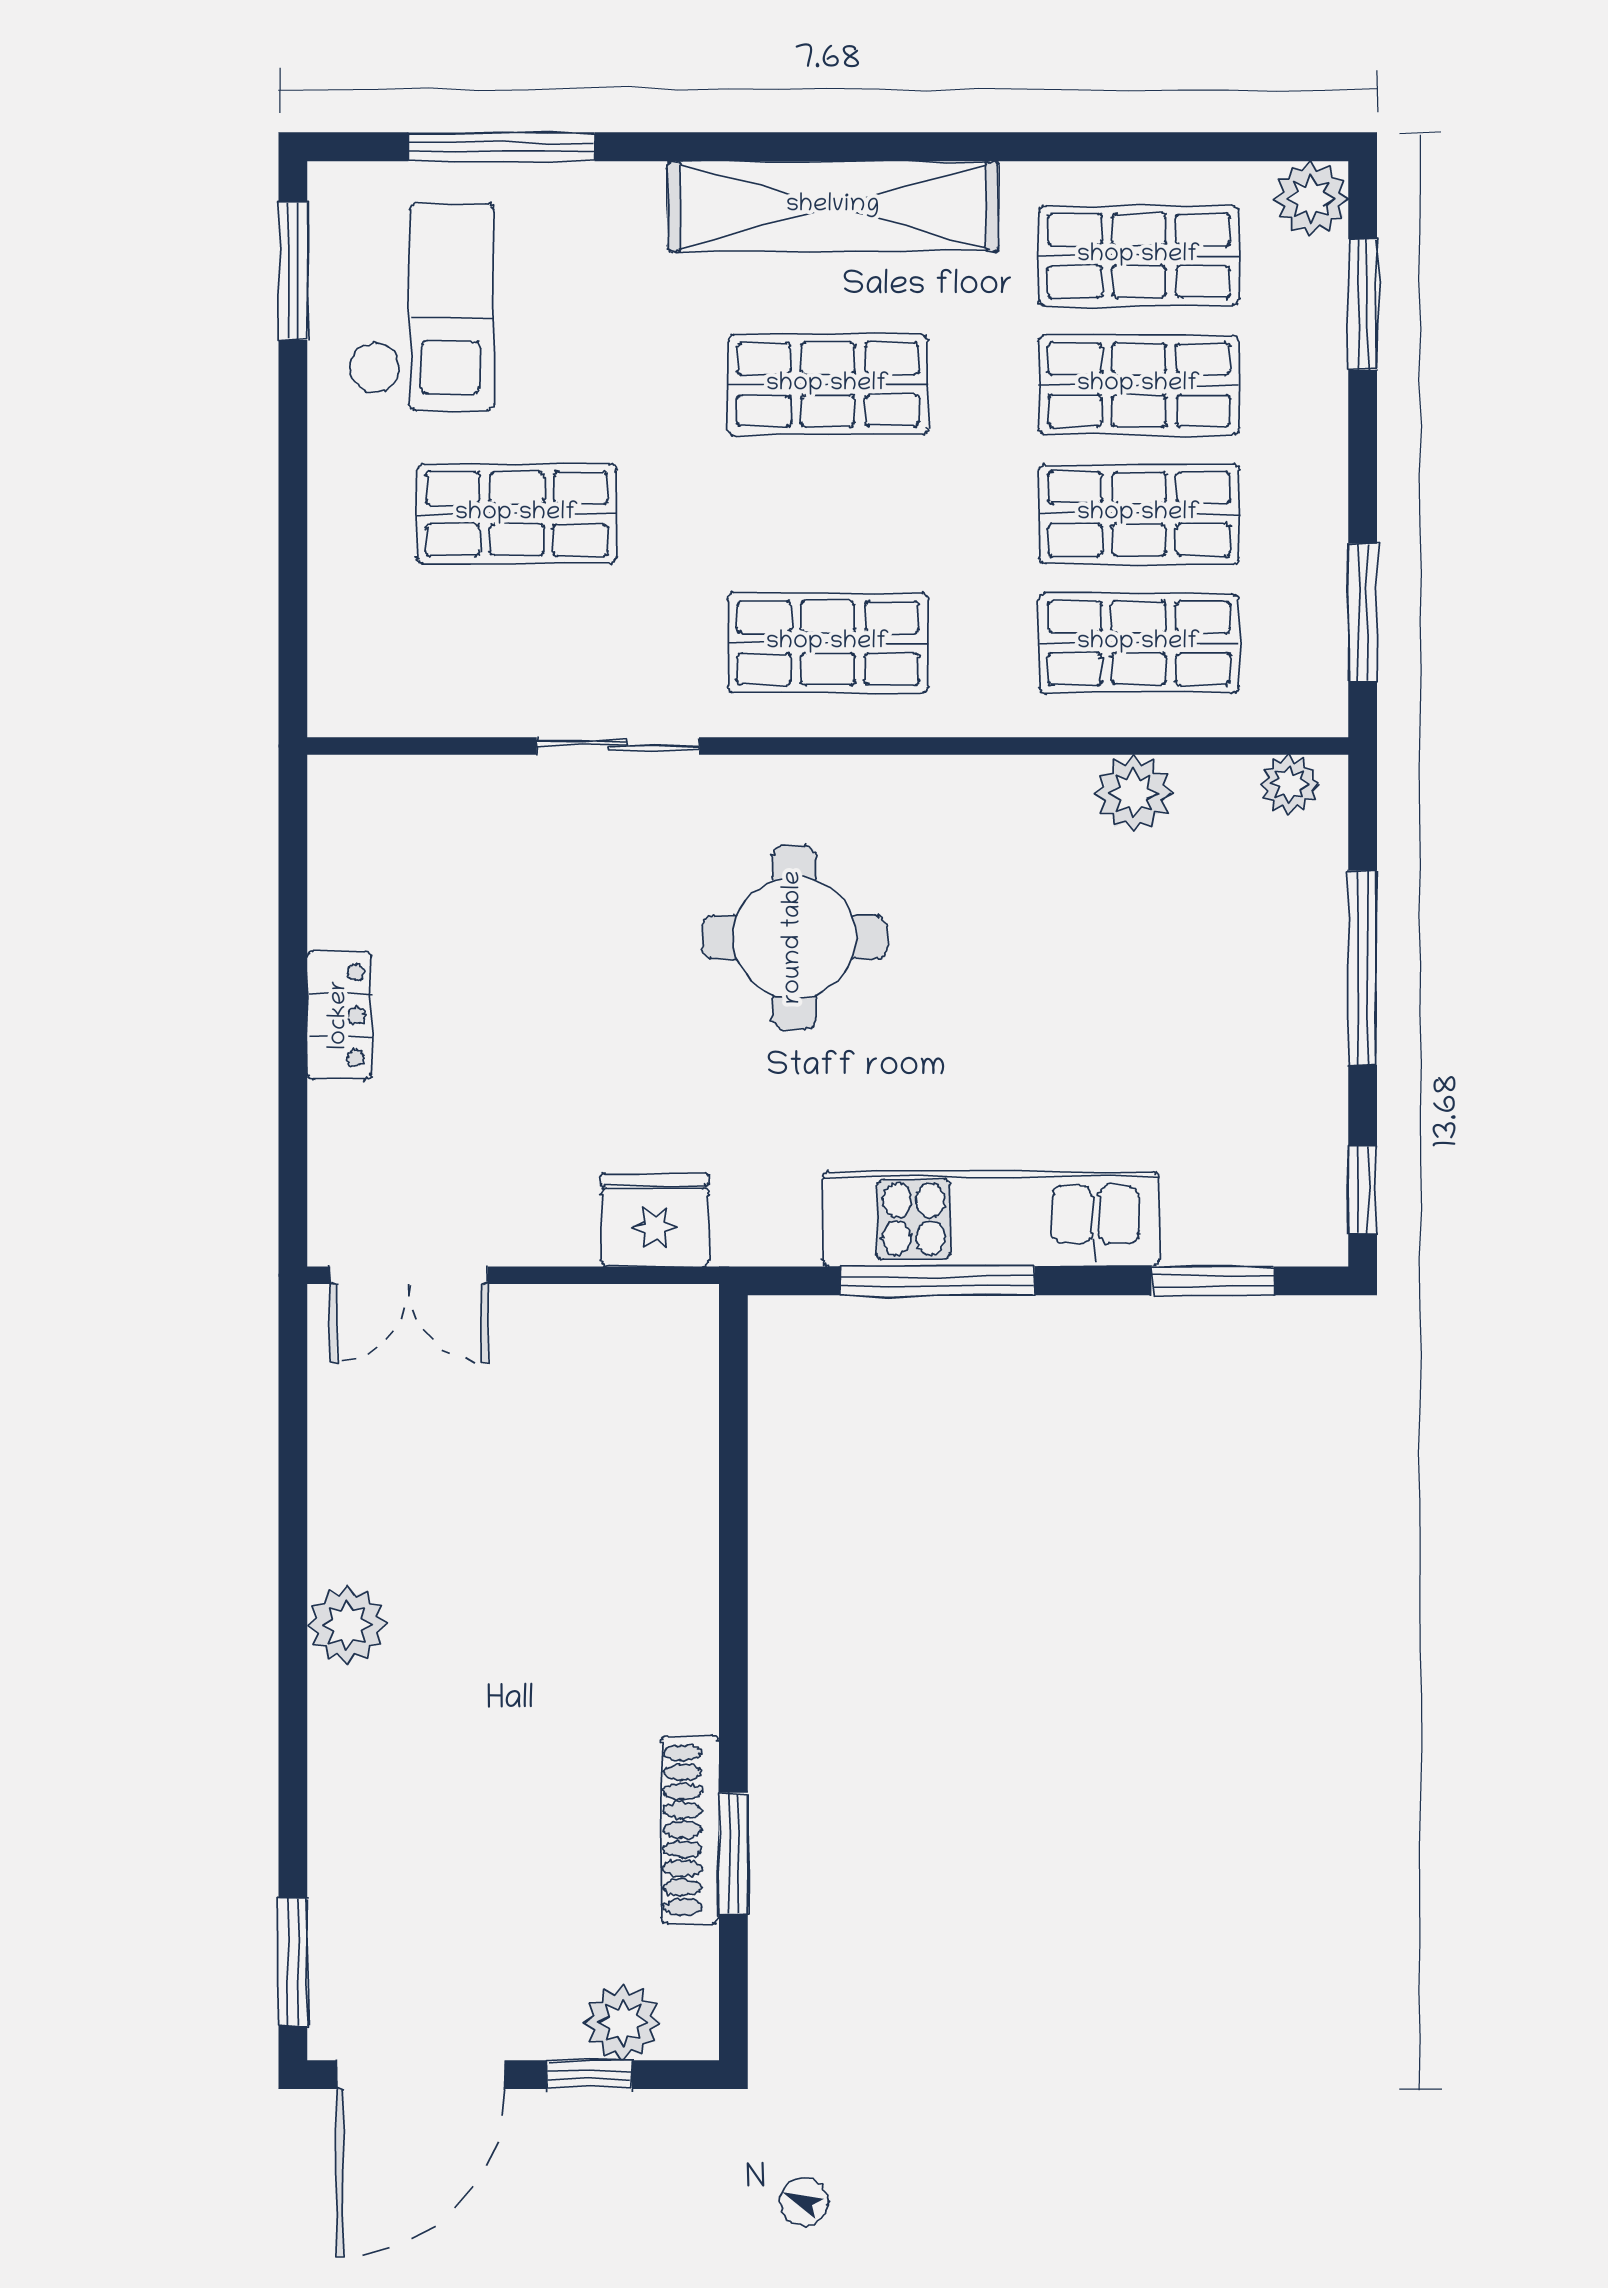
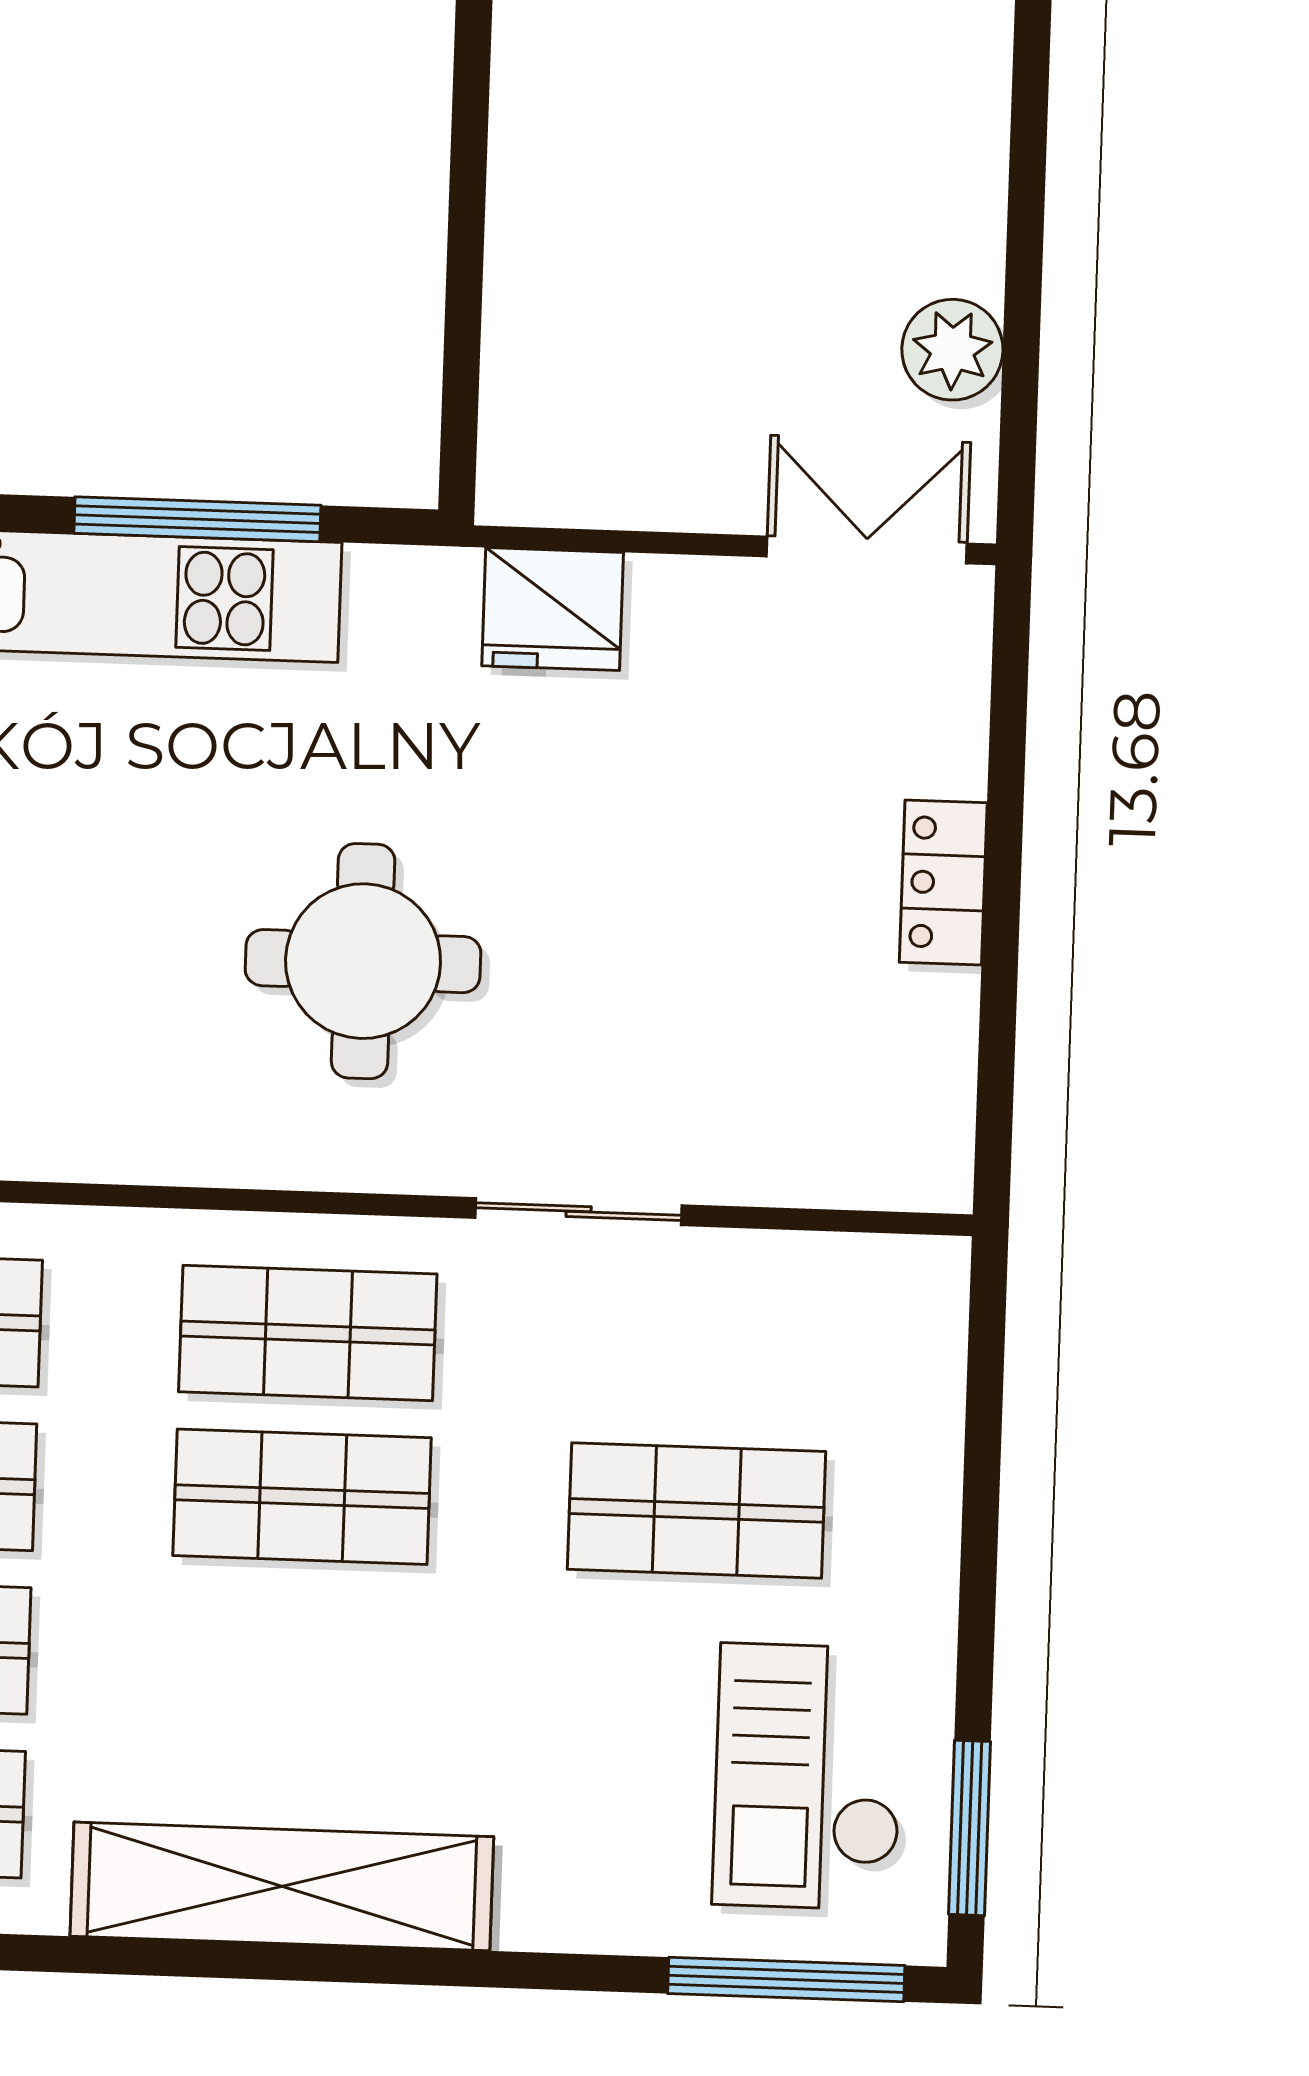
window: (502, 147) -> (786, 1979), moved
shop shelf: (828, 385) -> (302, 1497), moved
plant: (347, 1625) -> (952, 350), moved

